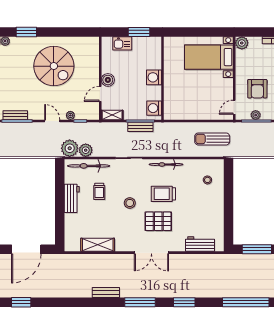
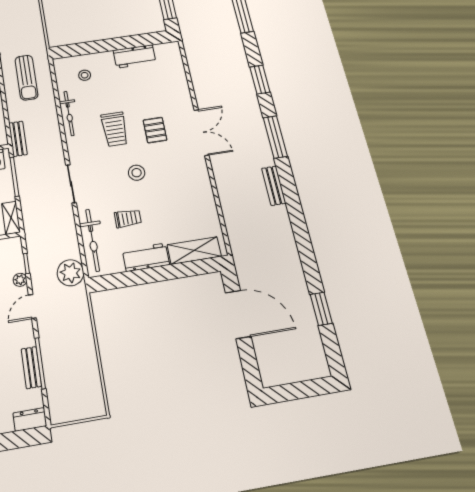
bench: (140, 127) -> (18, 139), moved
plant: (86, 150) -> (70, 248), removed
bicycle: (166, 164) -> (69, 113), moved
pallet: (158, 221) -> (155, 130), width x0.67, depth x0.71
workbench: (200, 244) -> (135, 56), moved, turned -90
shelving: (98, 245) -> (194, 251), moved, turned 90

